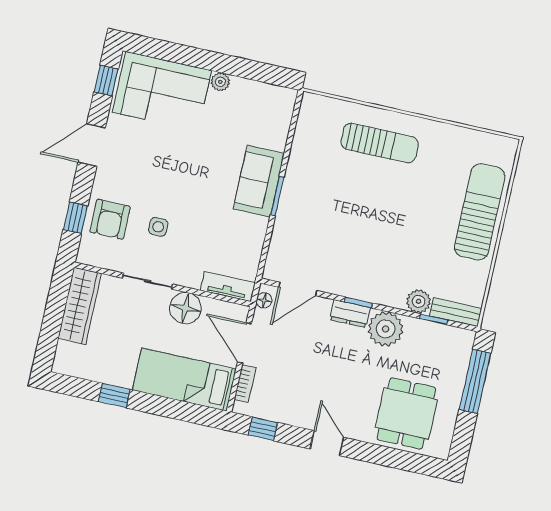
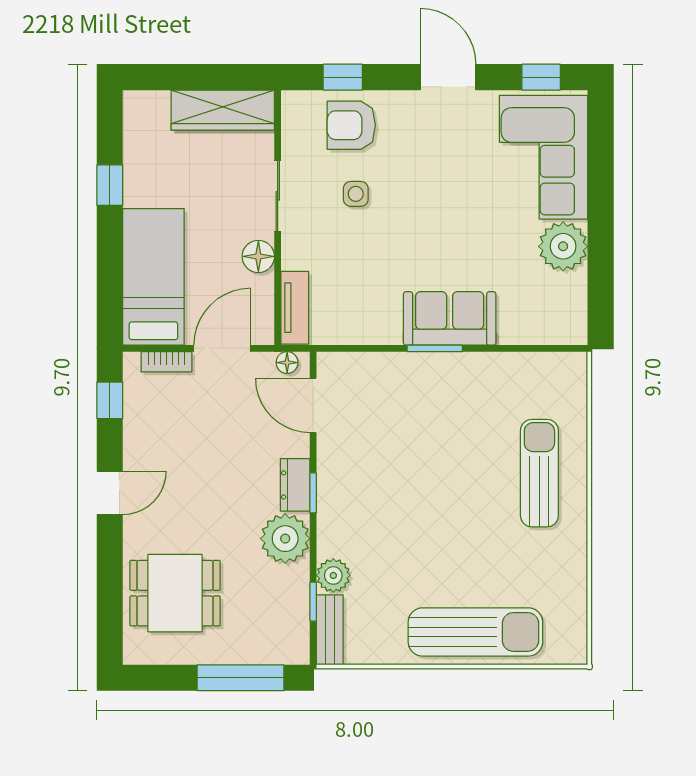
plant: (220, 82) -> (563, 246), width x1.87, depth x1.87
sun lounger: (380, 143) -> (539, 473), turned 180
floor lamp: (185, 308) -> (258, 256), width x0.73, depth x0.73

